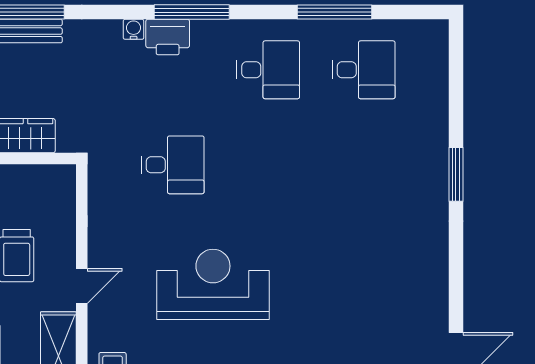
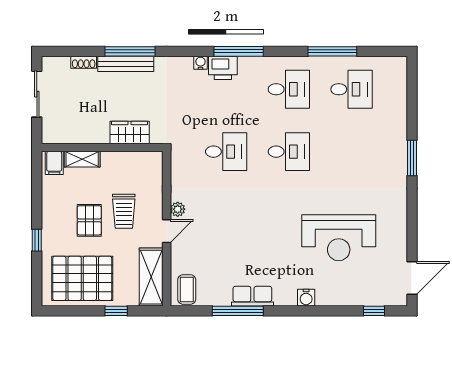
desk: (268, 165) -> (289, 152), added
plant: (99, 253) -> (178, 209), added
reception desk: (213, 284) -> (339, 238), moved, turned 180

